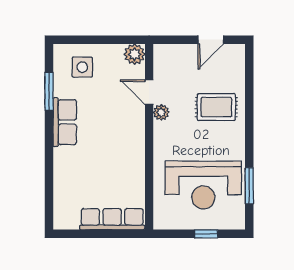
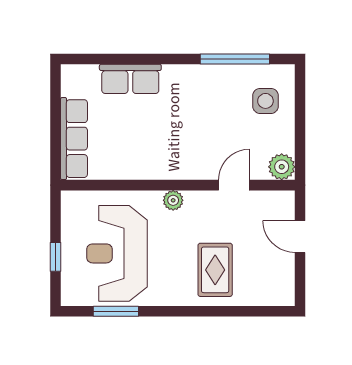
door: (211, 40) -> (300, 237), moved
window: (49, 91) -> (235, 59), width x1.44
plant: (161, 112) -> (173, 200), moved
row of seats: (65, 122) -> (130, 79), moved

